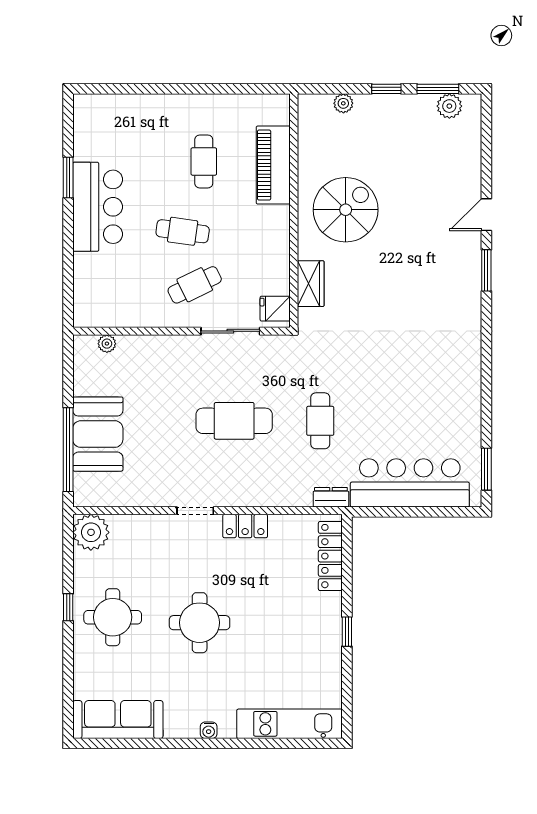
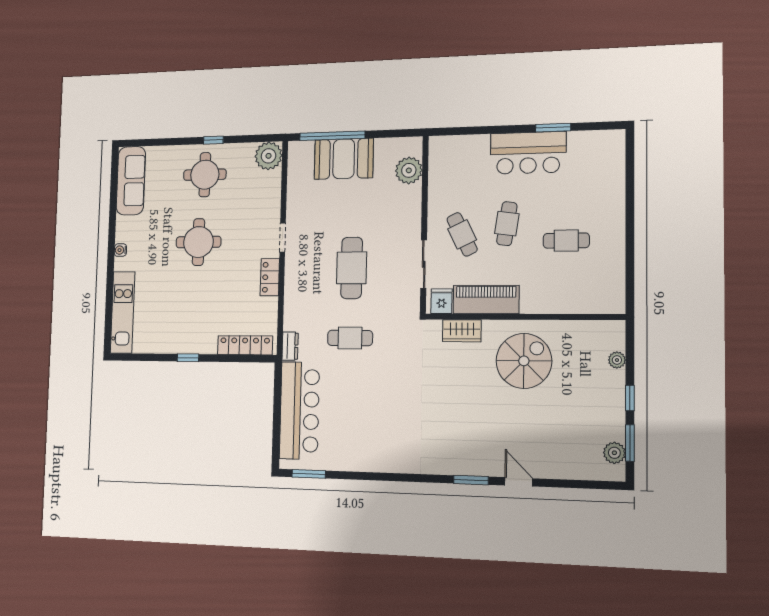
piano: (273, 165) -> (486, 300), moved
spiral stairs: (346, 210) -> (524, 361), turned -90
plant: (107, 344) -> (409, 170), width x1.88, depth x1.88

